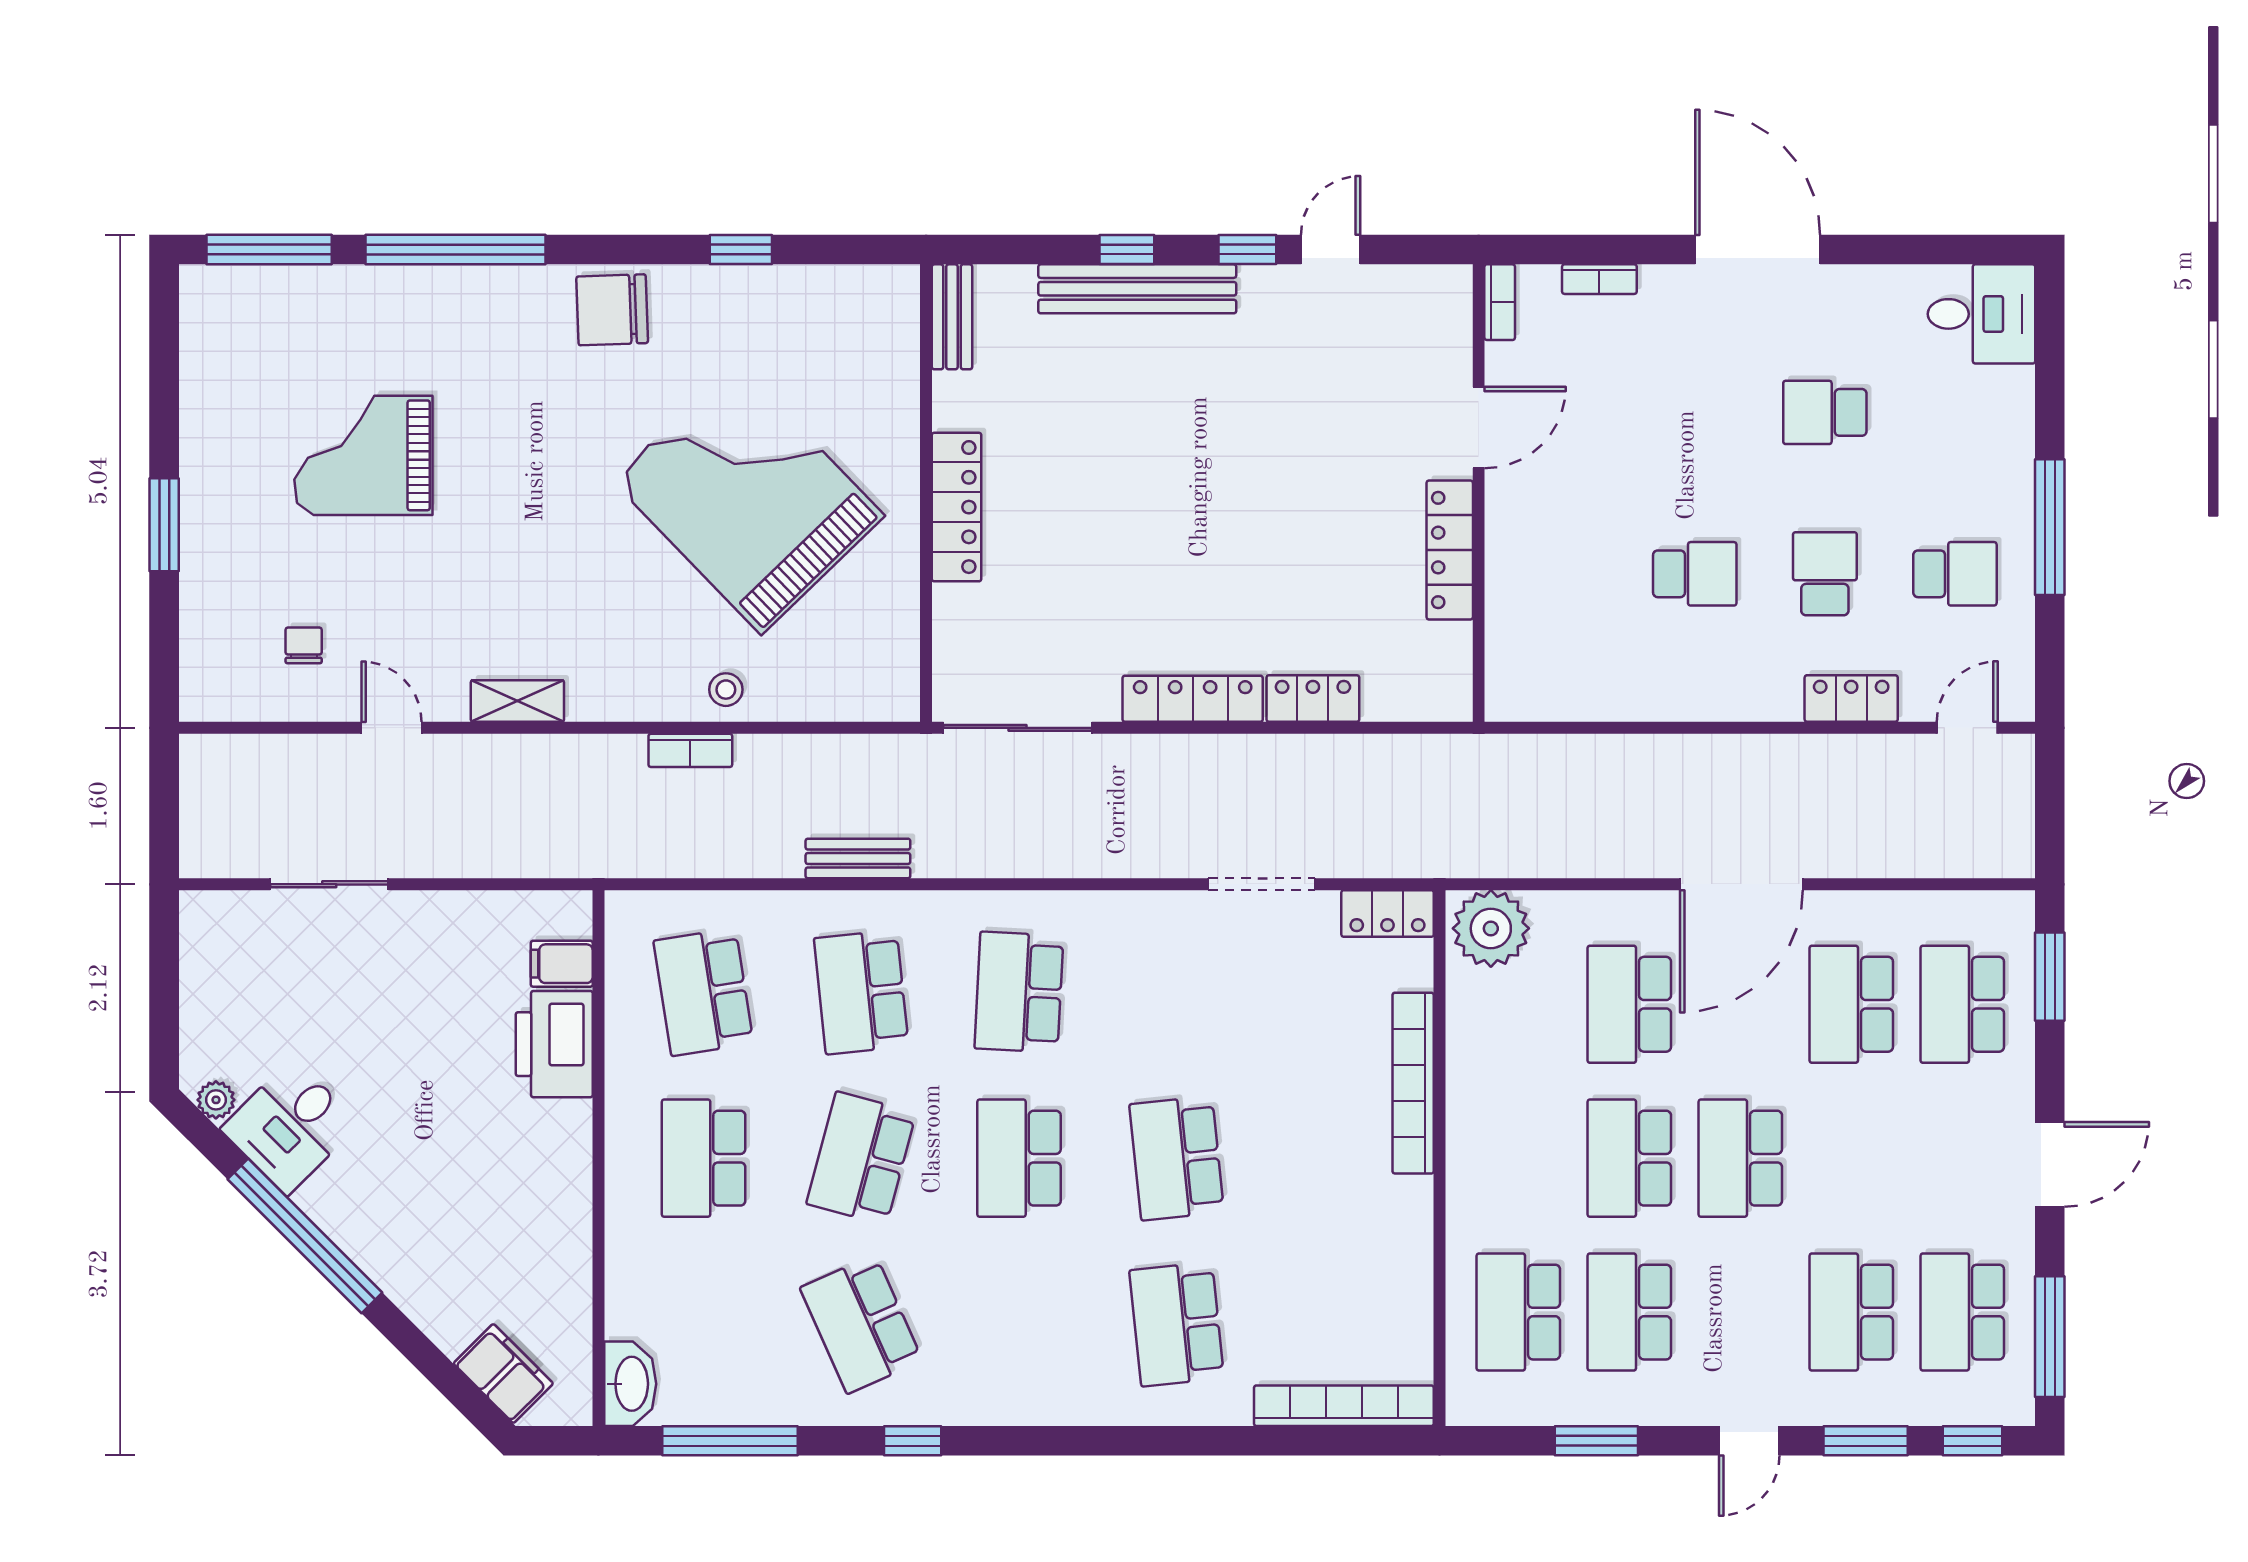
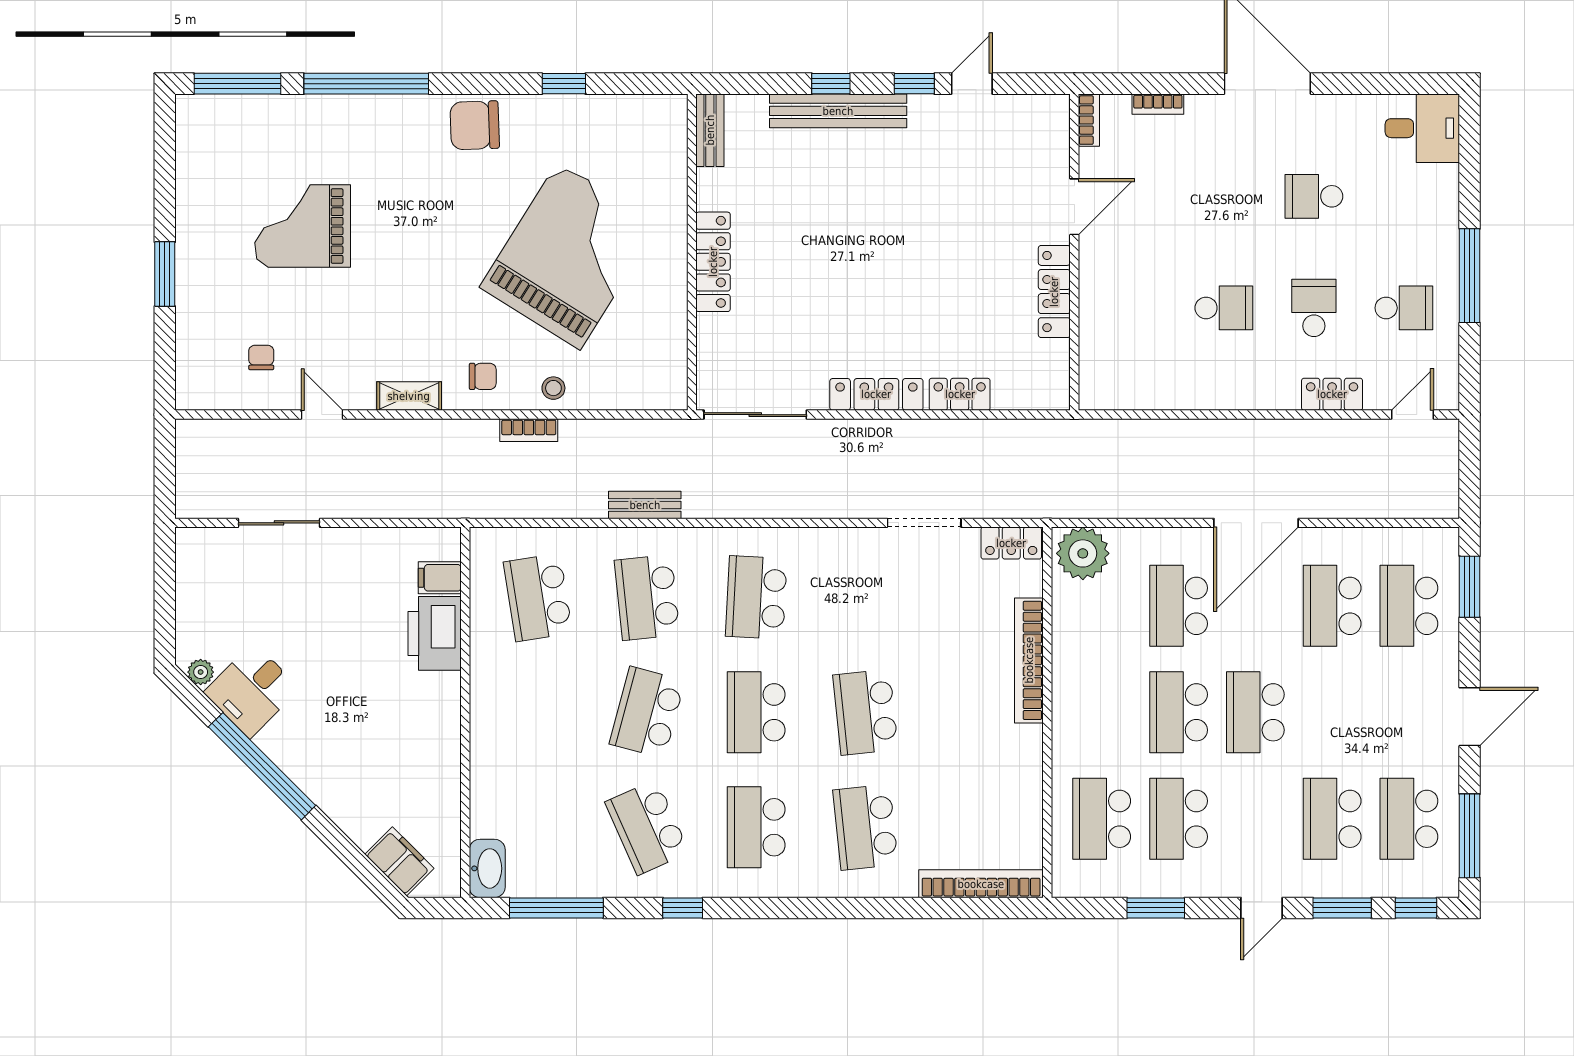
grand piano: (748, 498) -> (569, 256), turned 76
chair: (624, 673) -> (483, 376), added
school desk: (703, 1158) -> (756, 827), moved

